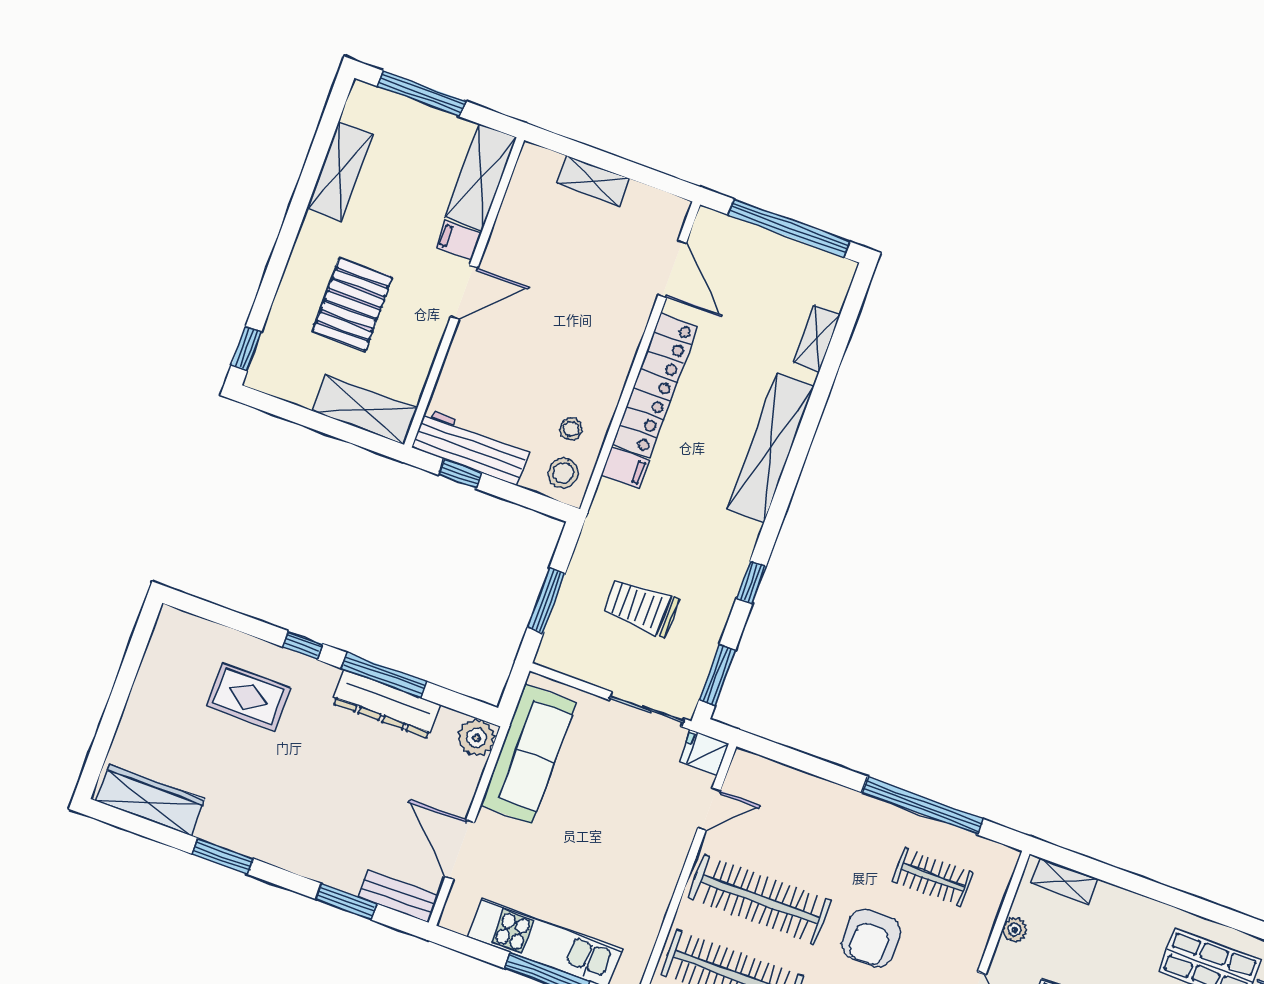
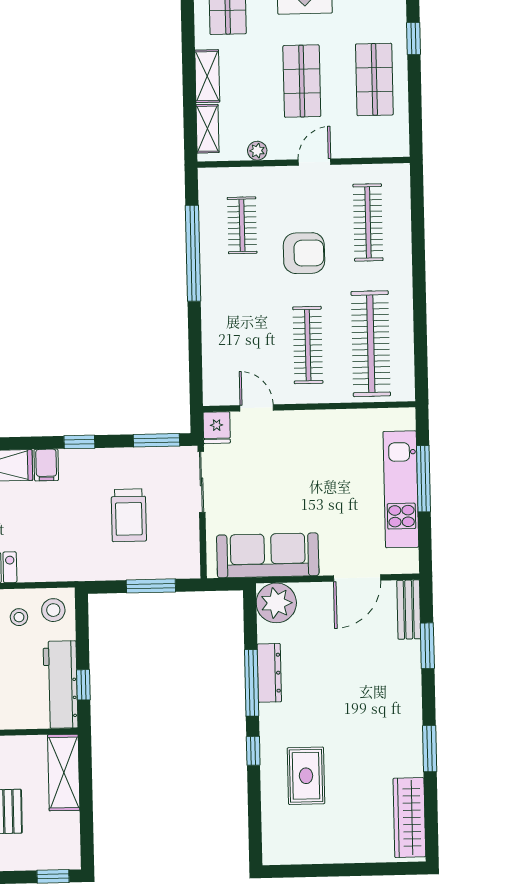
filing cabinet: (625, 468) -> (46, 465), moved, turned 180
dresser: (387, 704) -> (269, 673), width x0.73, depth x0.80
plant: (477, 738) -> (276, 603), width x1.36, depth x1.36
clothes rail: (760, 899) -> (308, 345), width x0.73, depth x0.76
shelving: (1127, 905) -> (207, 76), added

